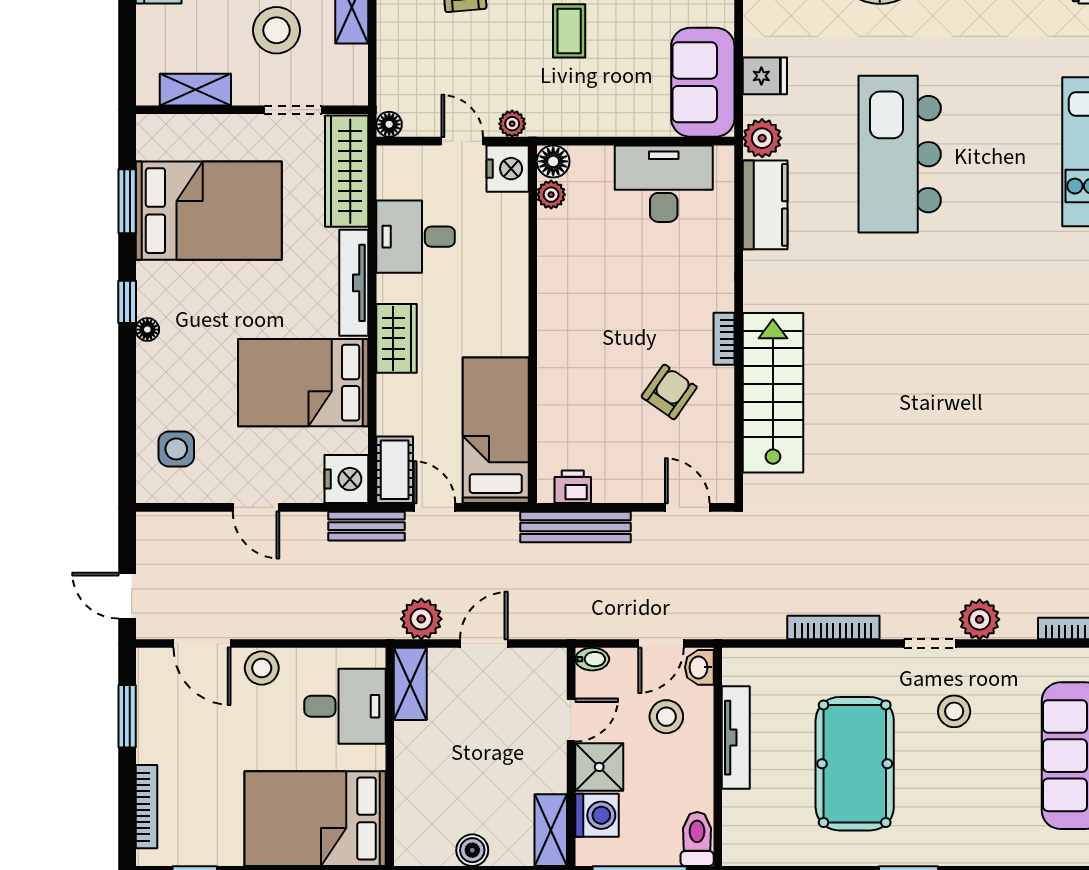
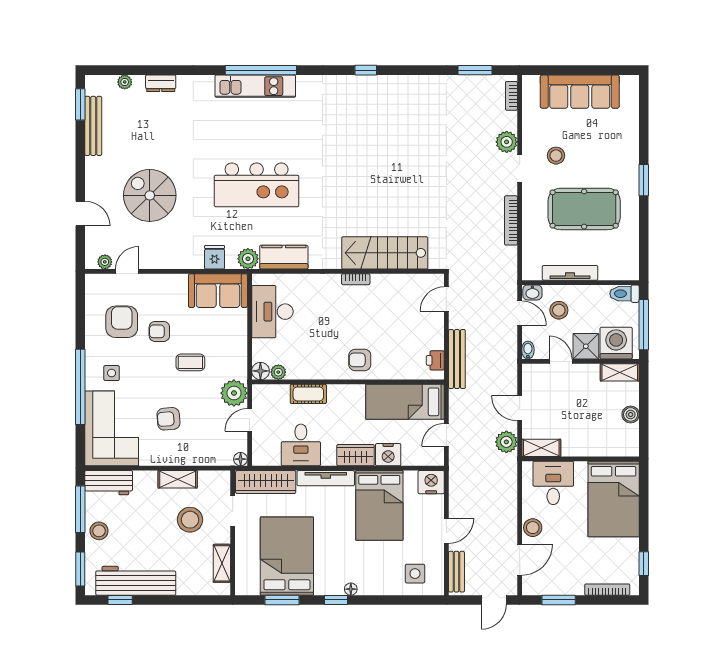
plant: (512, 124) -> (234, 393), width x1.87, depth x1.87
nightstand: (508, 169) -> (388, 455), moved, turned 180
armchair: (669, 392) -> (360, 360), moved, turned -35
cot: (395, 470) -> (308, 394), moved
bench: (367, 526) -> (456, 572), moved
washing machine: (597, 815) -> (616, 343), width x1.37, depth x1.37

